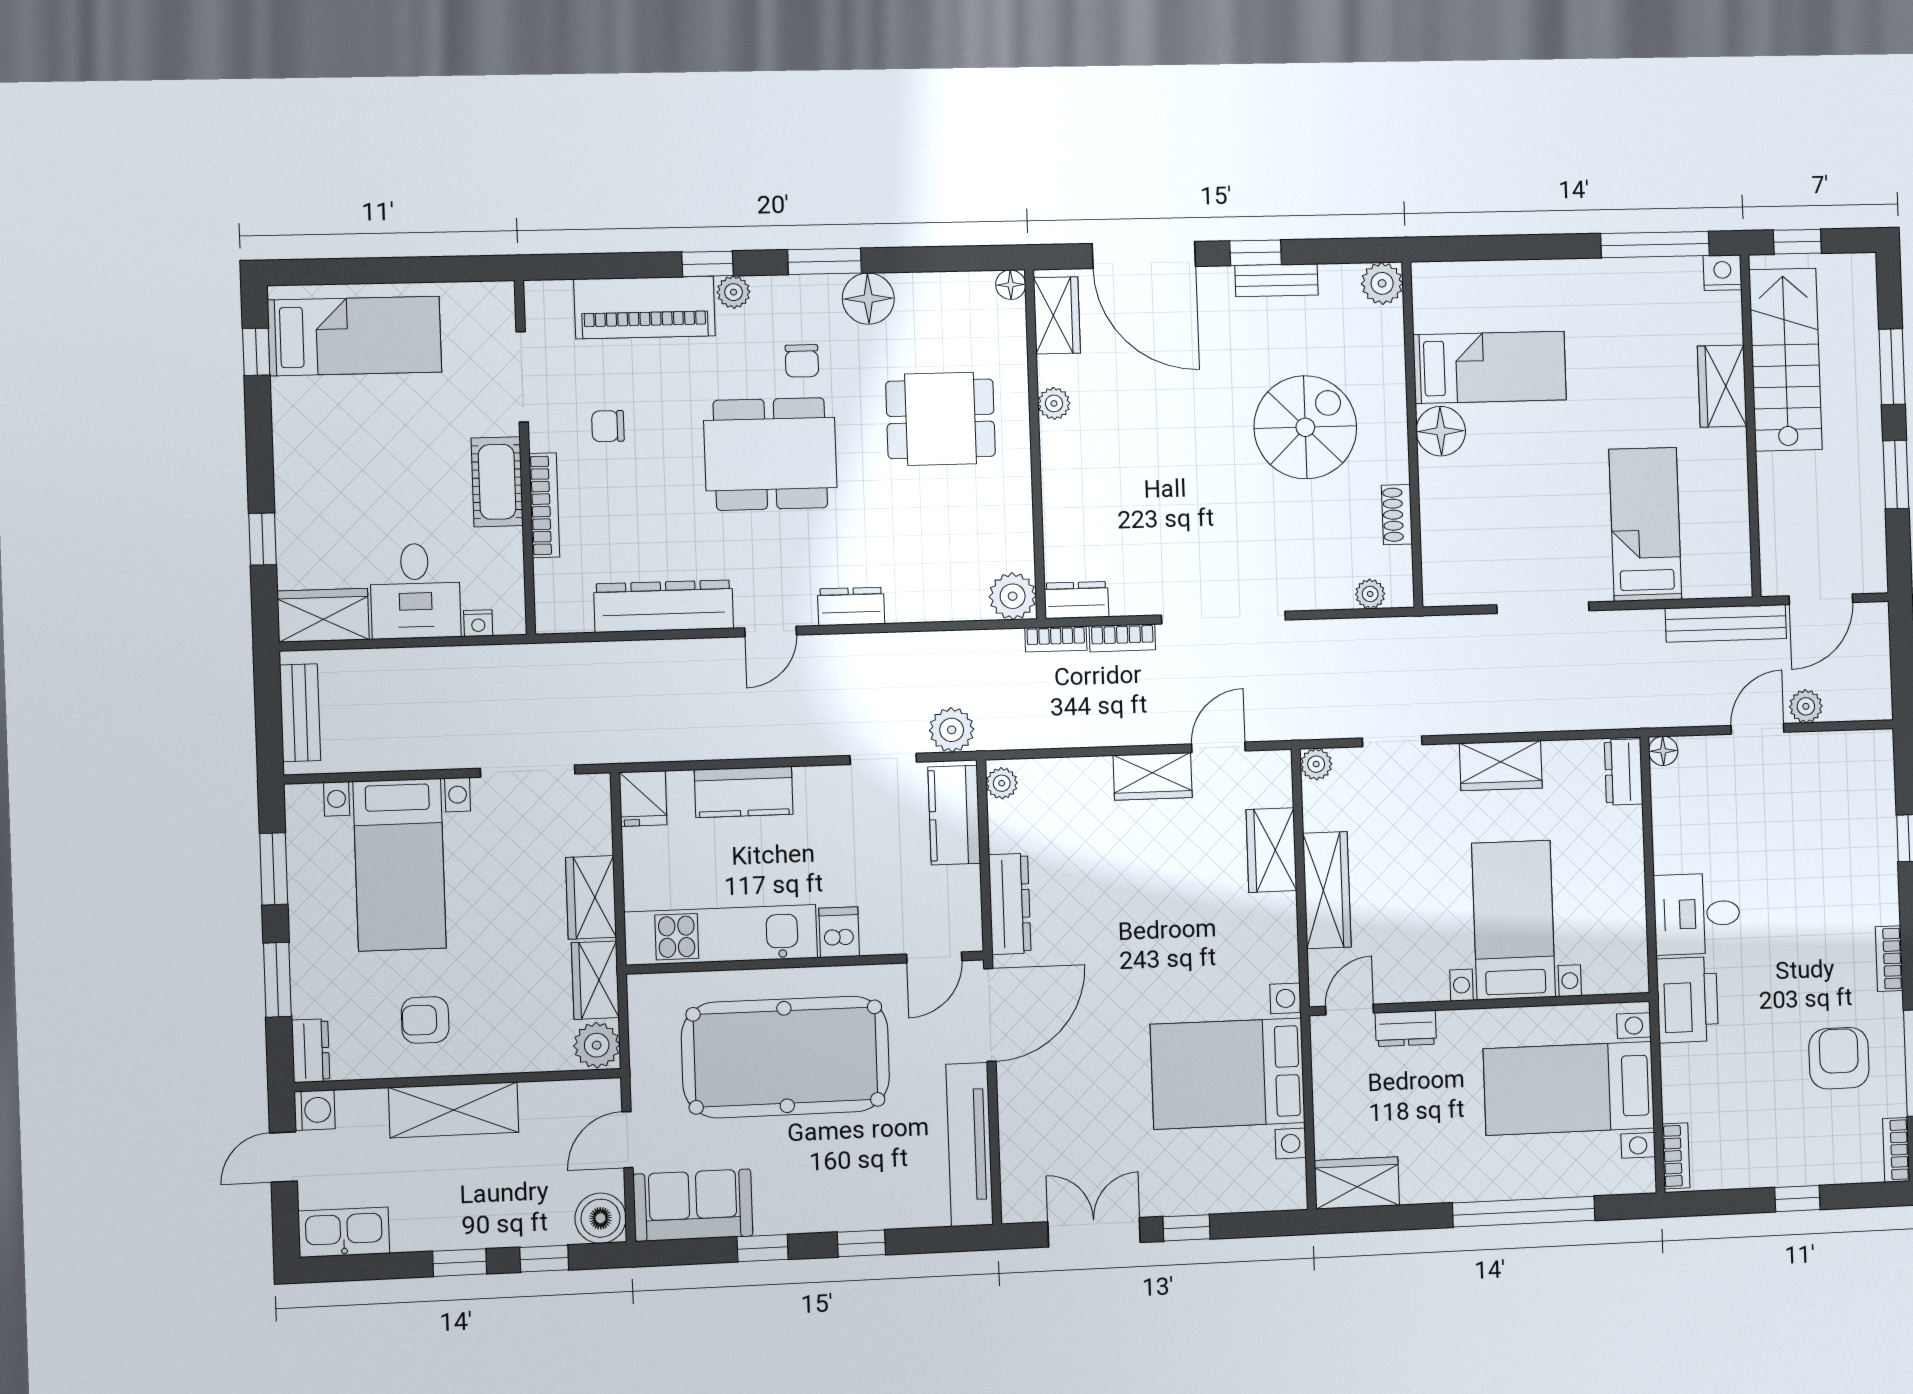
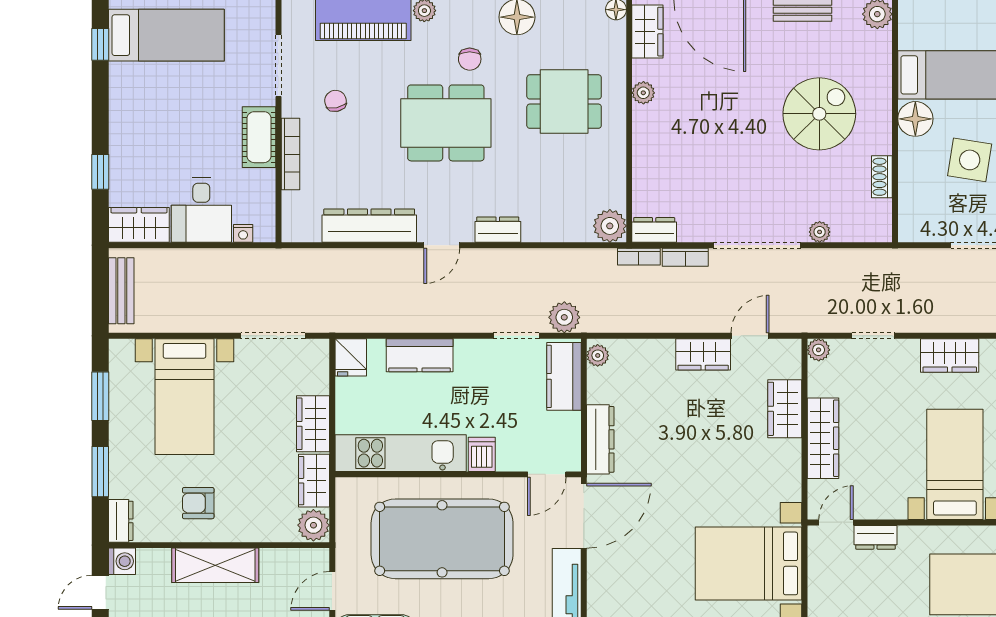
chair: (608, 426) -> (335, 101), turned 78
side table: (1519, 487) -> (970, 160), added
plant: (1370, 594) -> (820, 232), moved

